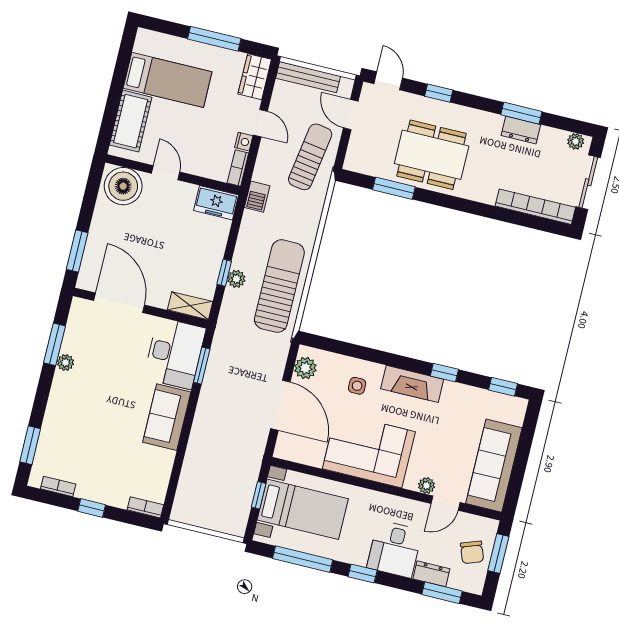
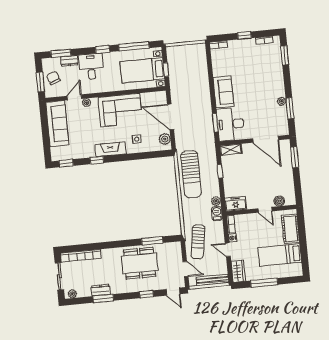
boiler: (123, 186) -> (279, 201), width x0.54, depth x0.54
plant: (236, 279) -> (216, 201), moved

